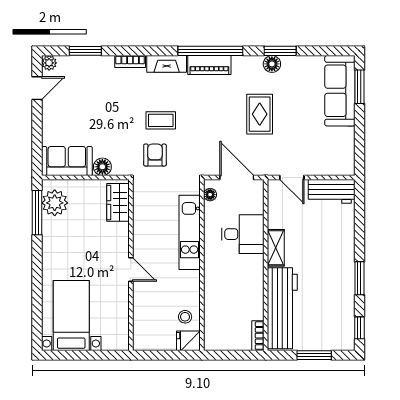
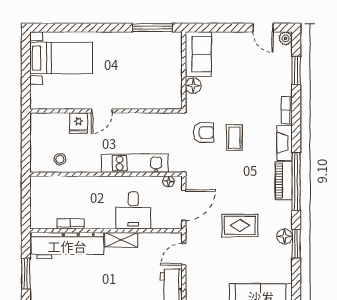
wardrobe: (118, 202) -> (161, 100), removed
plant: (55, 203) -> (161, 43), removed
bookcase: (258, 336) -> (71, 224), moved
fridge: (188, 341) -> (78, 123), moved, turned 180

